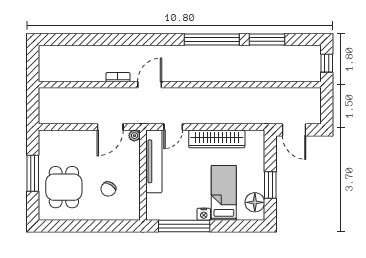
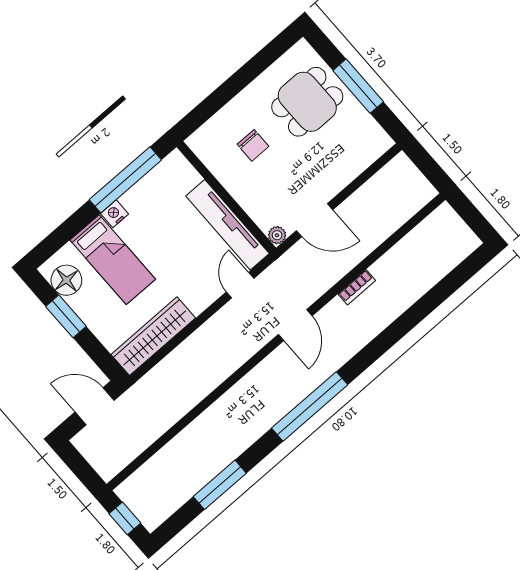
window: (212, 39) -> (310, 406), moved
door: (150, 85) -> (295, 325), moved
door: (110, 127) -> (315, 220), swing flipped
wardrobe: (217, 139) -> (153, 336), moved
dining table: (64, 187) -> (307, 102), turned 90
chair: (108, 189) -> (253, 145), turned 149

